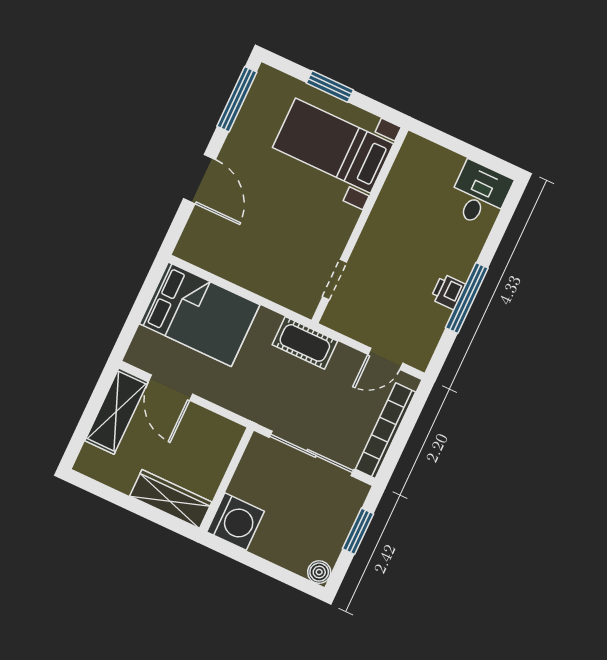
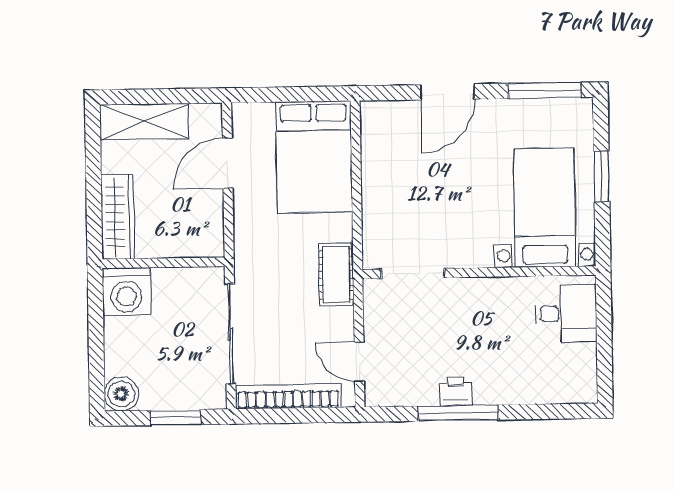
desk: (479, 194) -> (566, 314), moved
doorway: (335, 280) -> (413, 274), width x1.38
shelving: (116, 411) -> (144, 122), moved
boiler: (319, 572) -> (121, 394), width x1.36, depth x1.36

